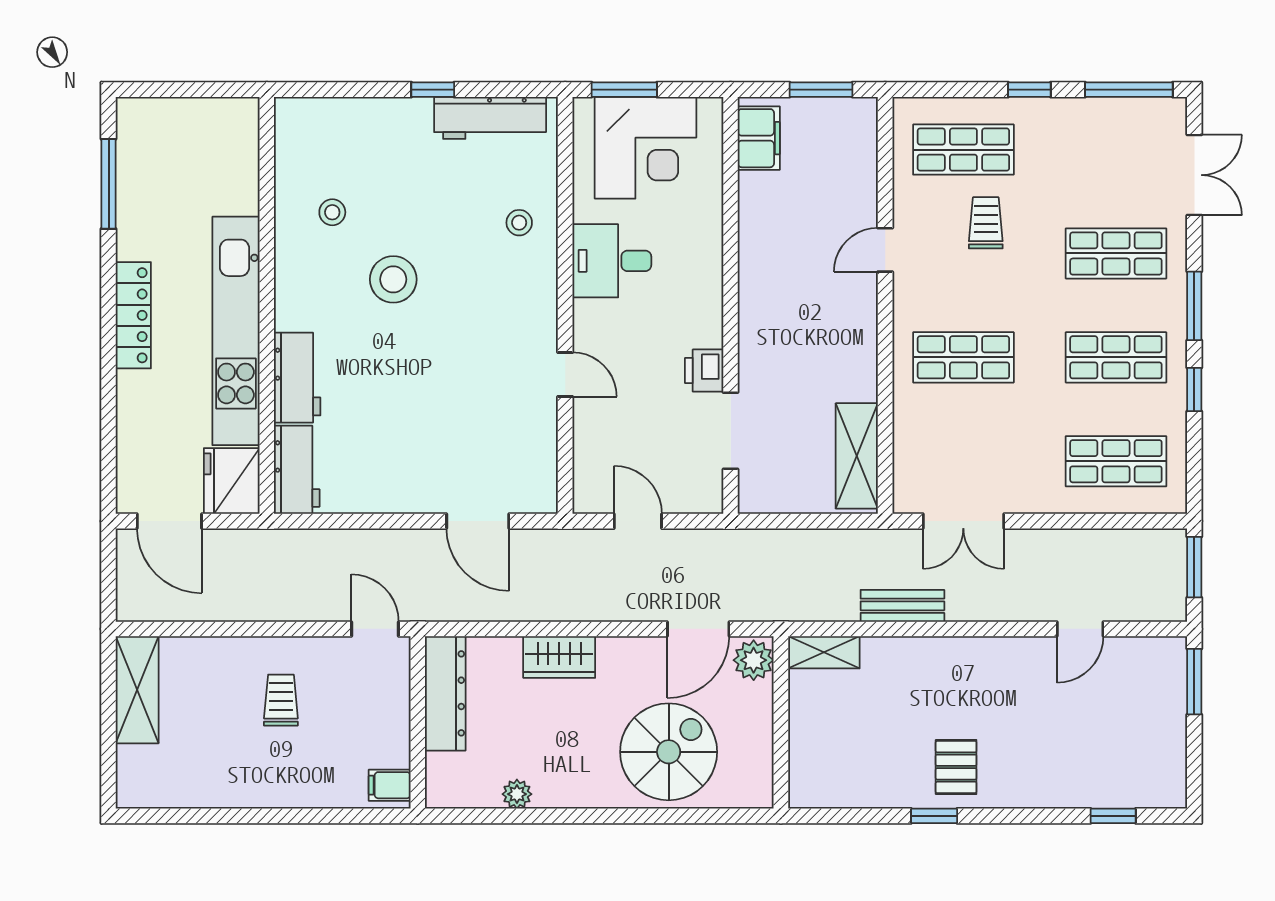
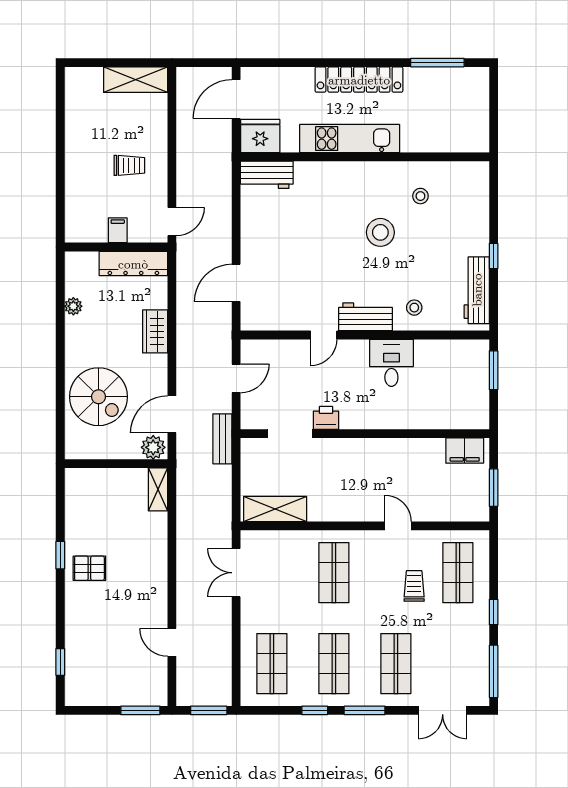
corner desk: (646, 148) -> (459, 383), removed
trolley: (986, 223) -> (414, 586), turned -90
locker: (133, 315) -> (359, 80), width x1.41, depth x1.21
kitchen unit: (236, 331) -> (350, 139), width x0.73
workbench: (297, 378) -> (365, 317), moved, turned 180
bench: (902, 606) -> (222, 439), moved
door: (698, 629) -> (172, 414), hinge flipped
filing cabinet: (390, 785) -> (118, 230), moved

